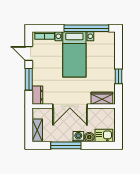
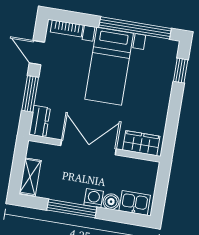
window: (119, 76) -> (181, 71), moved
double door: (70, 106) -> (88, 147), swing flipped

